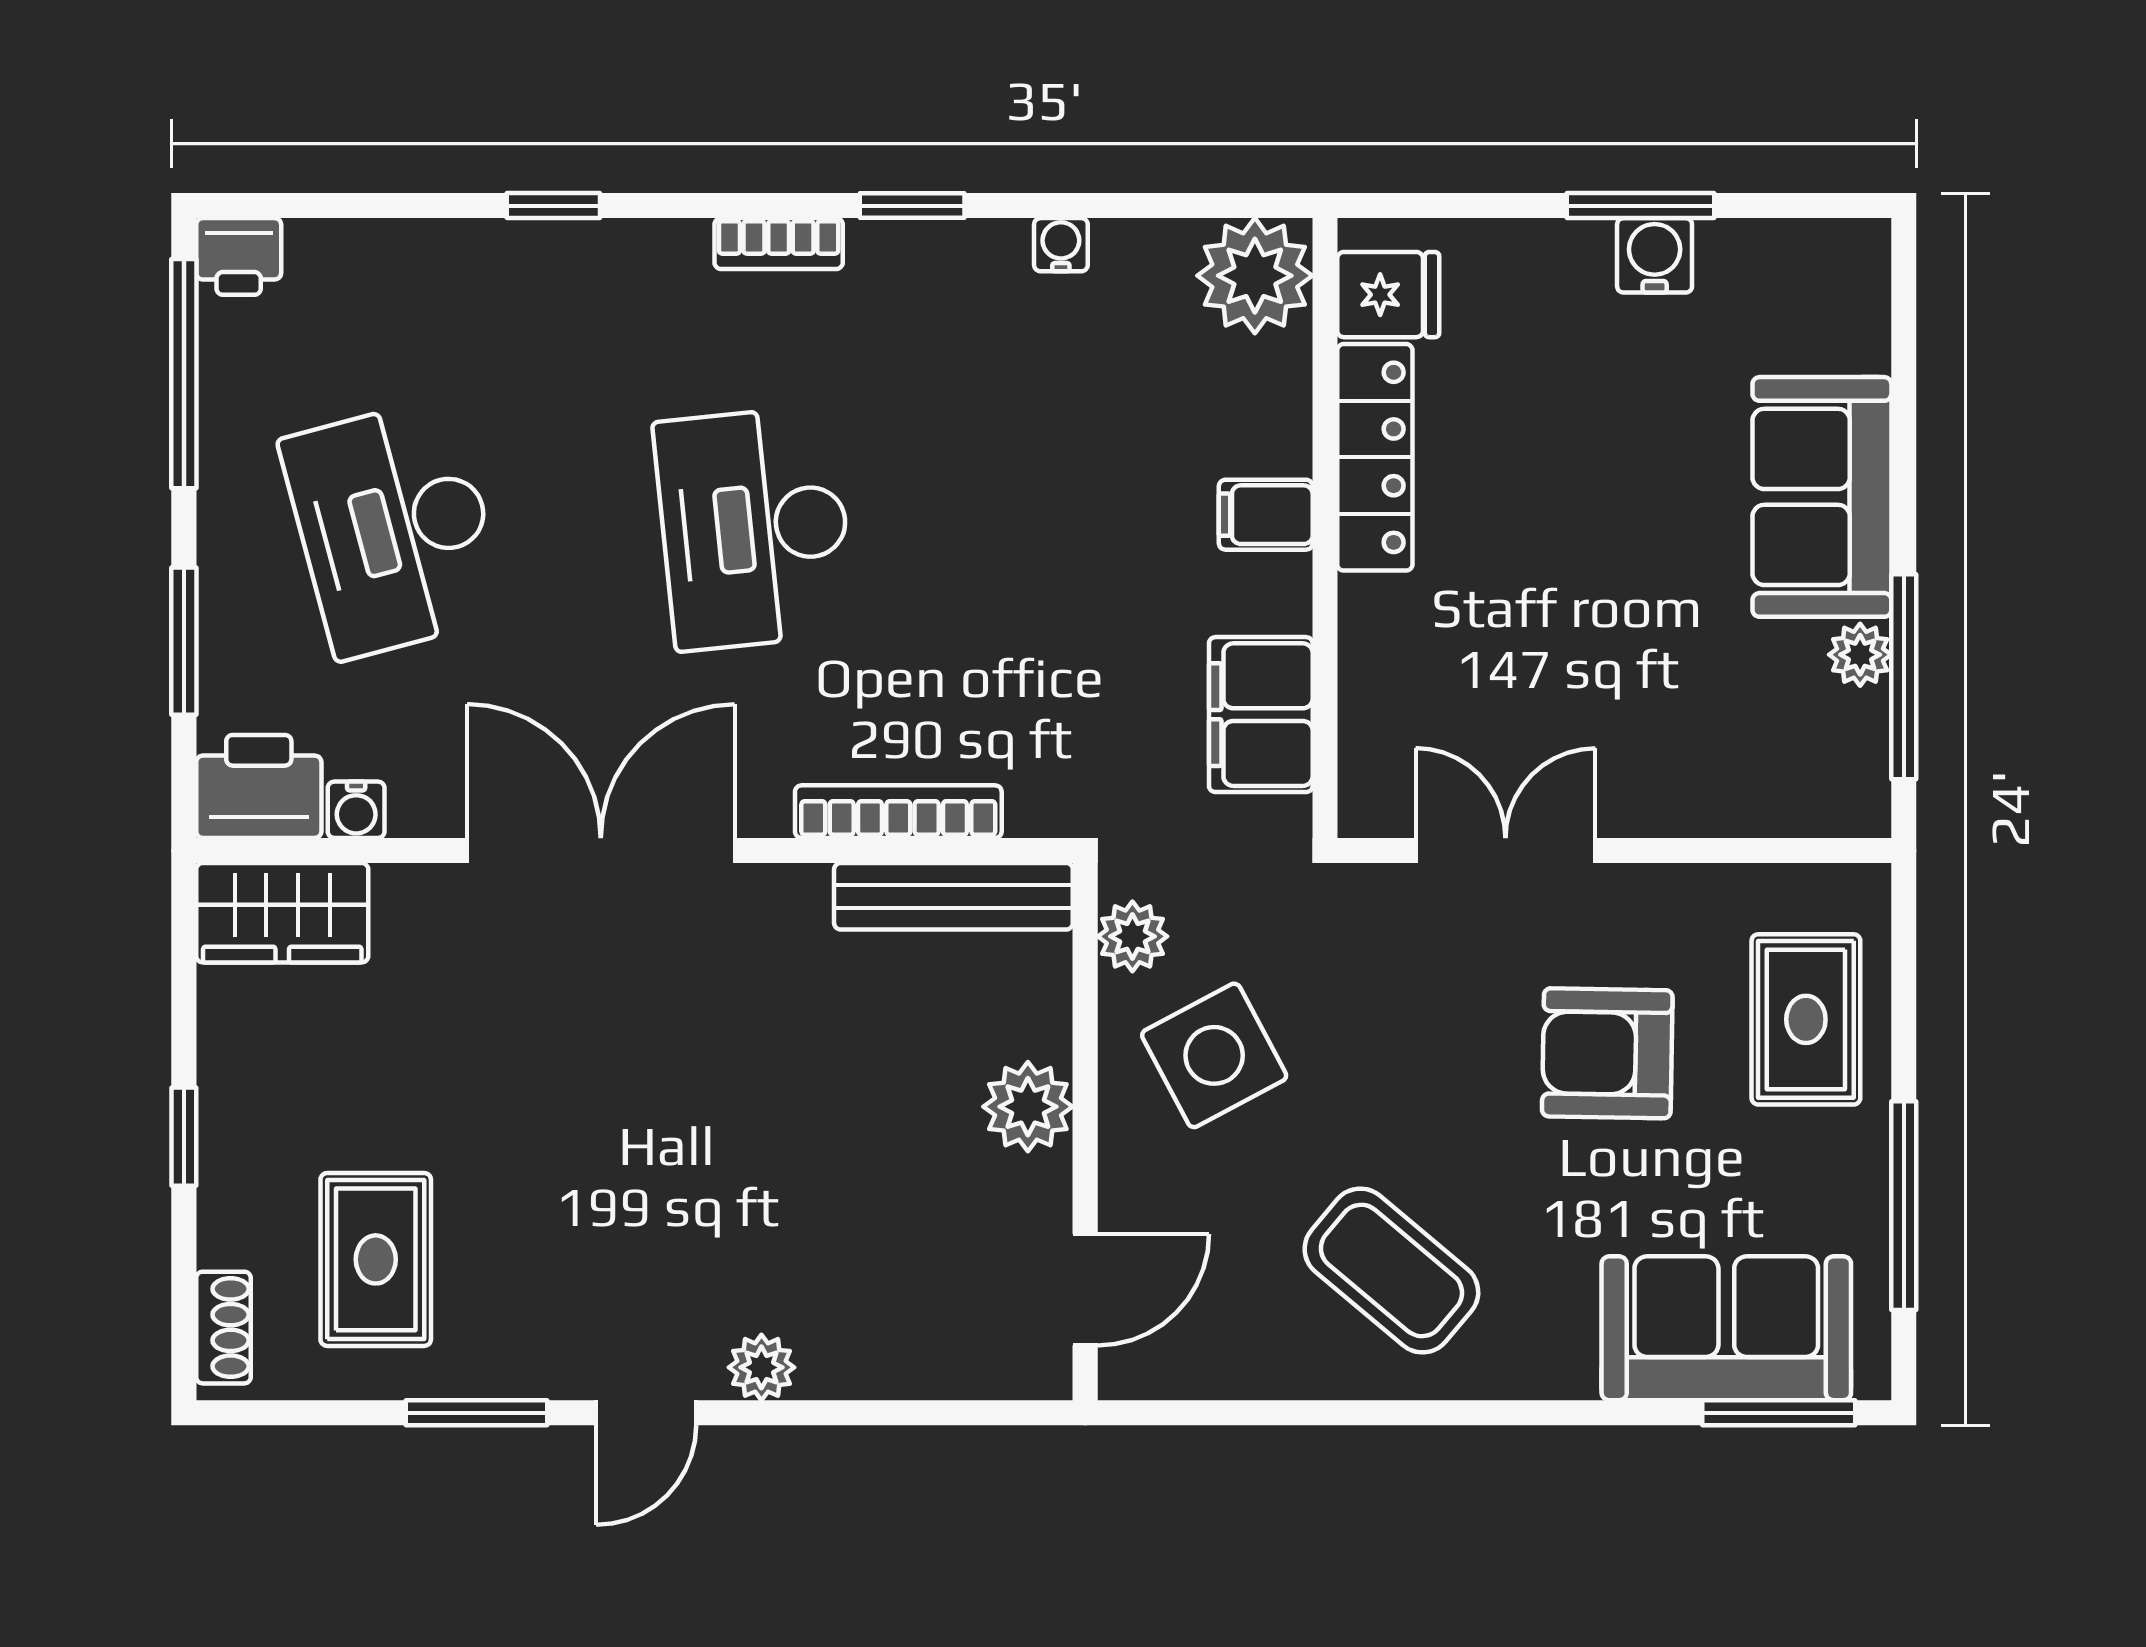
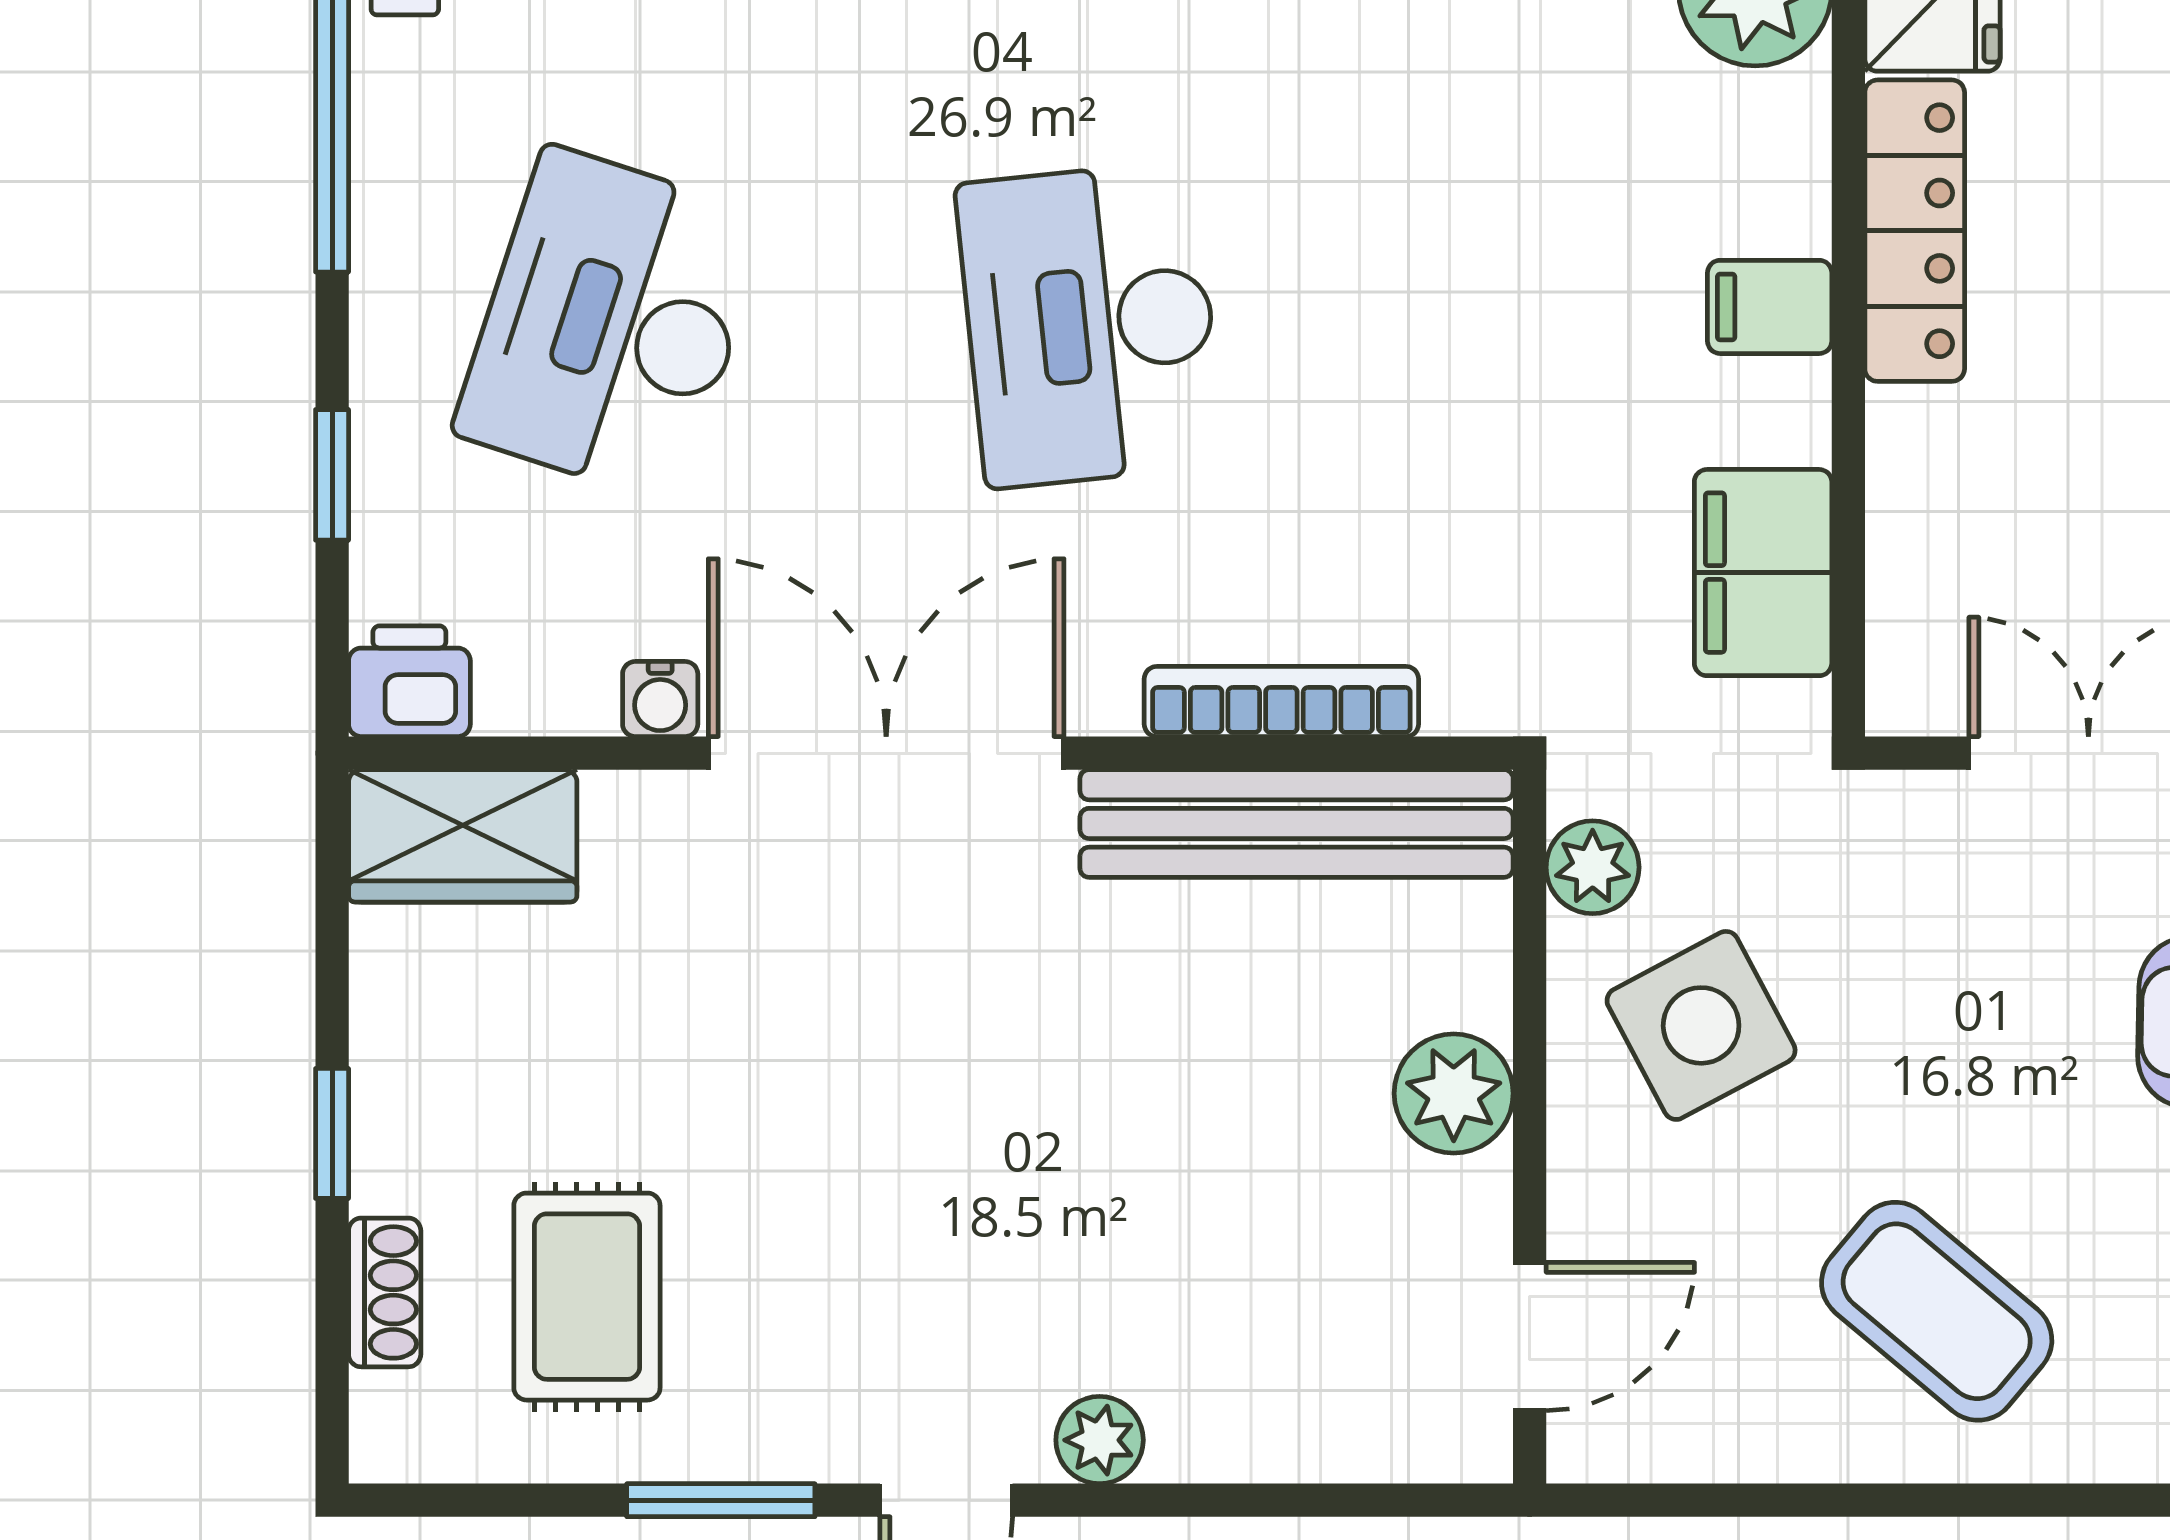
desk: (394, 528) -> (611, 325), turned 33
window: (184, 641) -> (332, 475), width x0.67
printer: (259, 786) -> (409, 681), width x0.73, depth x0.81
water cooler: (356, 810) -> (660, 699), moved
bench: (953, 896) -> (1297, 823), width x1.37, depth x1.21
shoe rack: (224, 1328) -> (385, 1292), moved

